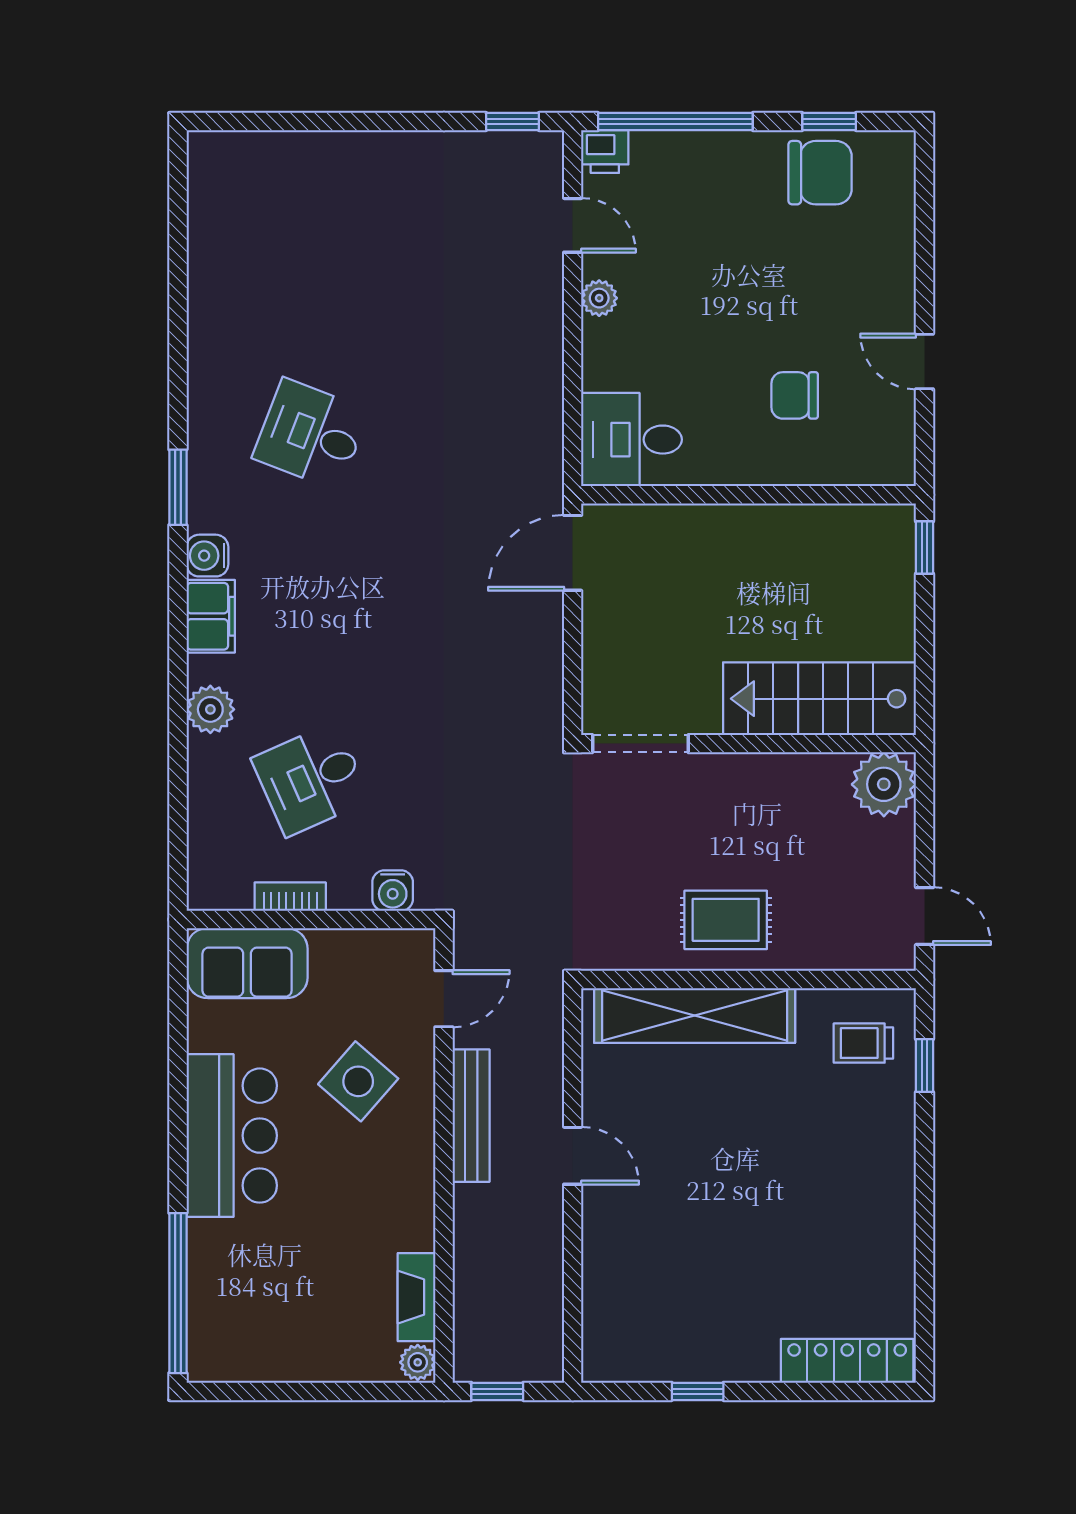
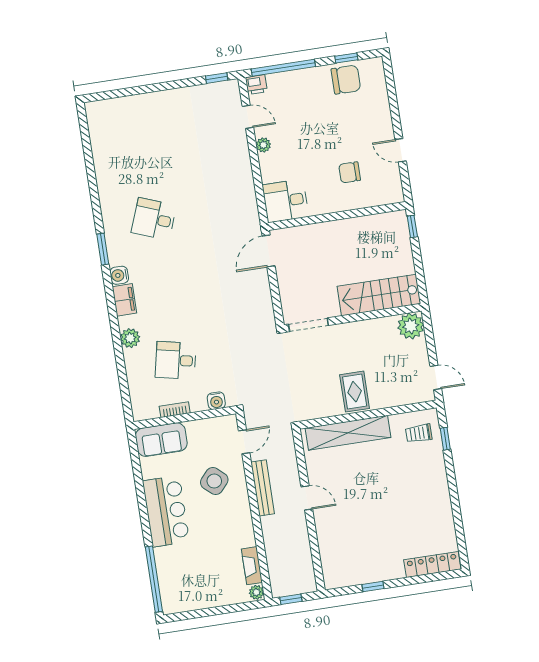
desk: (311, 779) -> (176, 360), turned 36
rug: (726, 920) -> (355, 392), turned 90

